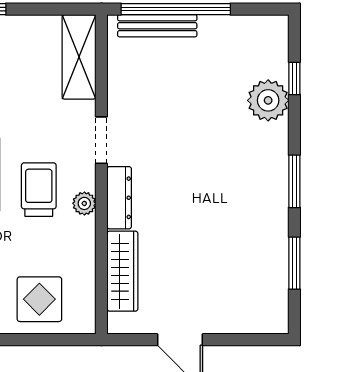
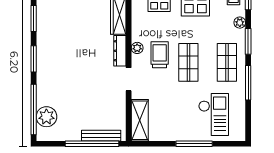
window: (294, 78) -> (34, 110), width x3.17
plant: (268, 100) -> (46, 117), moved
trolley: (39, 190) -> (160, 55), turned 180

